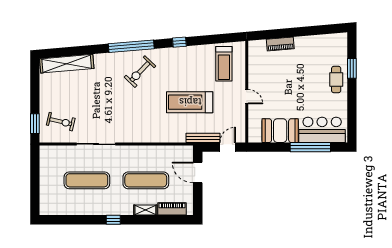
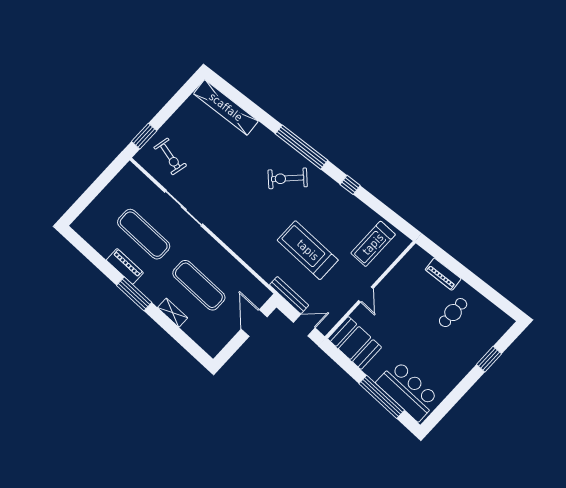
cafe table: (336, 80) -> (453, 313), moved
booth: (280, 131) -> (355, 343), moved
piano: (172, 209) -> (125, 266), moved
window: (113, 220) -> (134, 294), width x2.17

